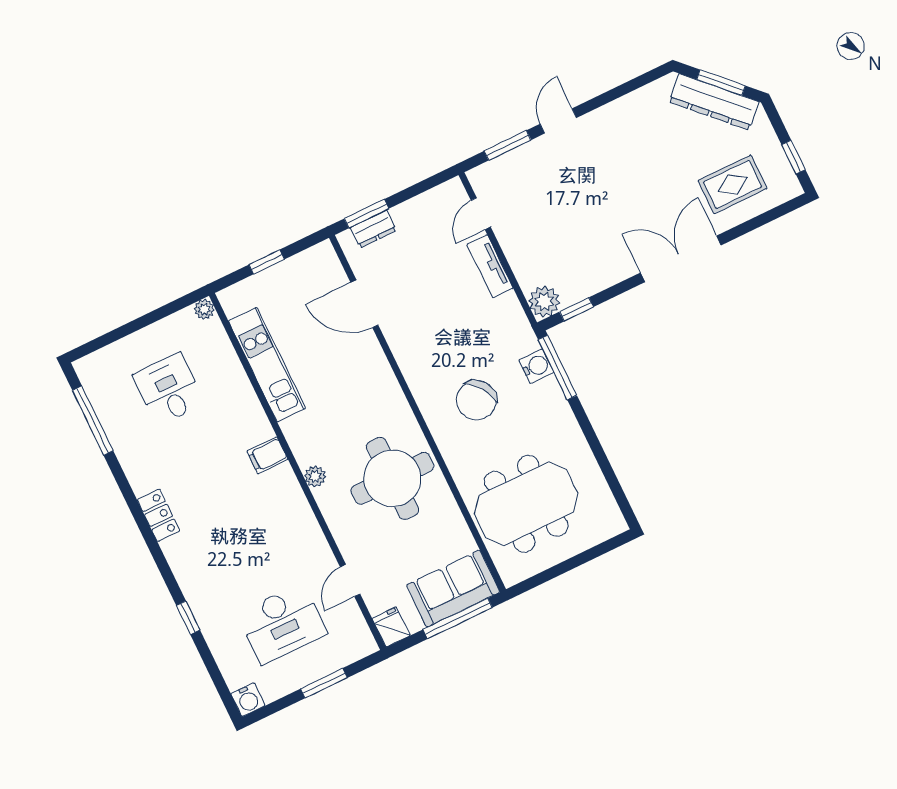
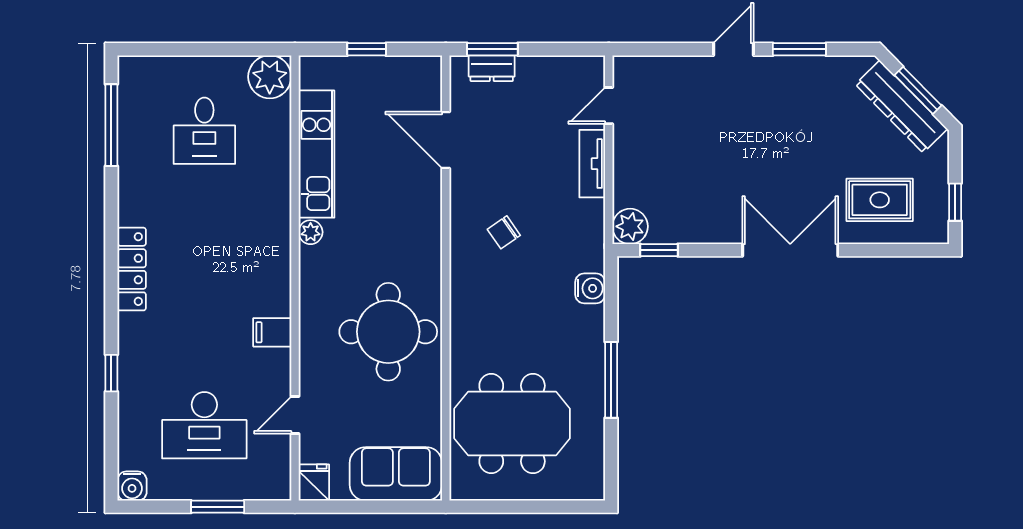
window: (508, 145) -> (799, 49), moved
plant: (204, 309) -> (270, 77), width x1.88, depth x1.88
window: (558, 368) -> (611, 380), moved
desk: (169, 389) -> (204, 131), turned 180
chair: (477, 400) -> (504, 232), moved, width x0.54, depth x0.54
filing cabinet: (267, 455) -> (272, 332), moved
plant: (315, 476) -> (311, 232), moved
locker: (158, 515) -> (132, 269), width x1.53
window: (458, 618) -> (386, 507), removed

